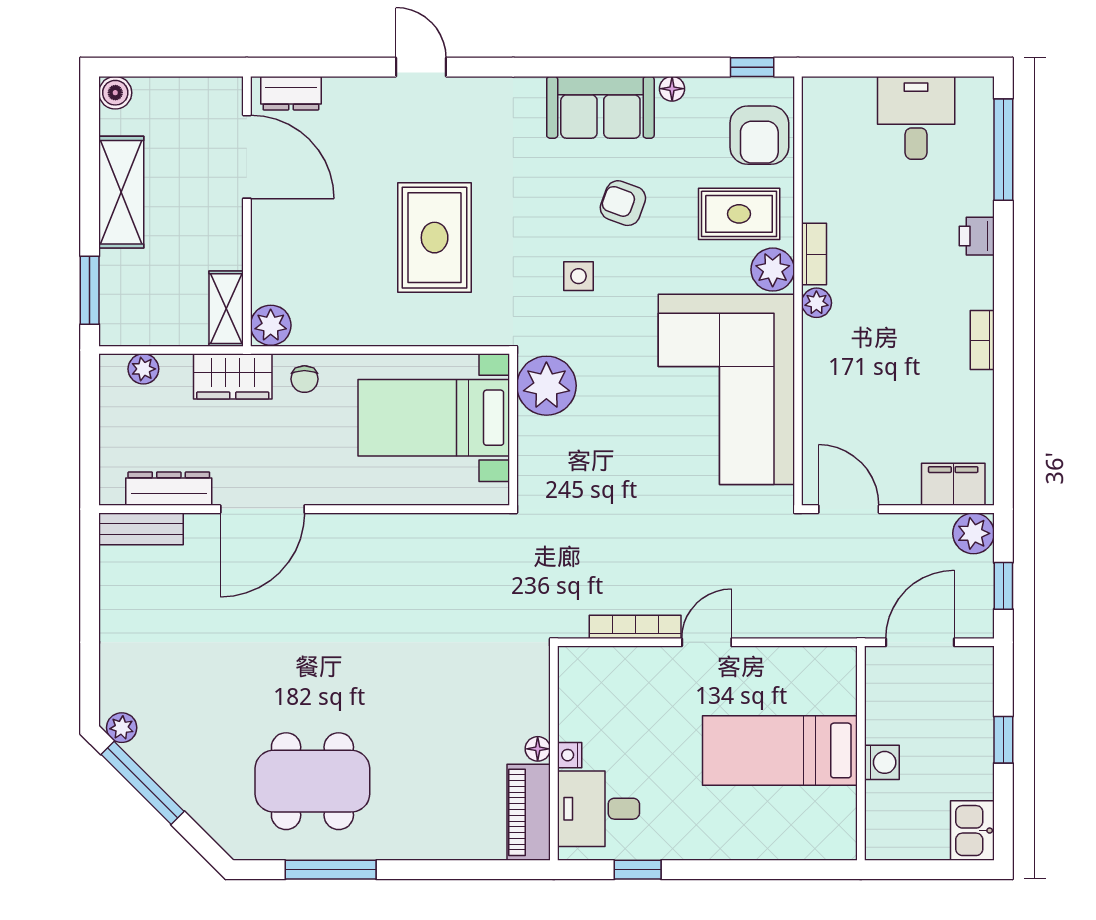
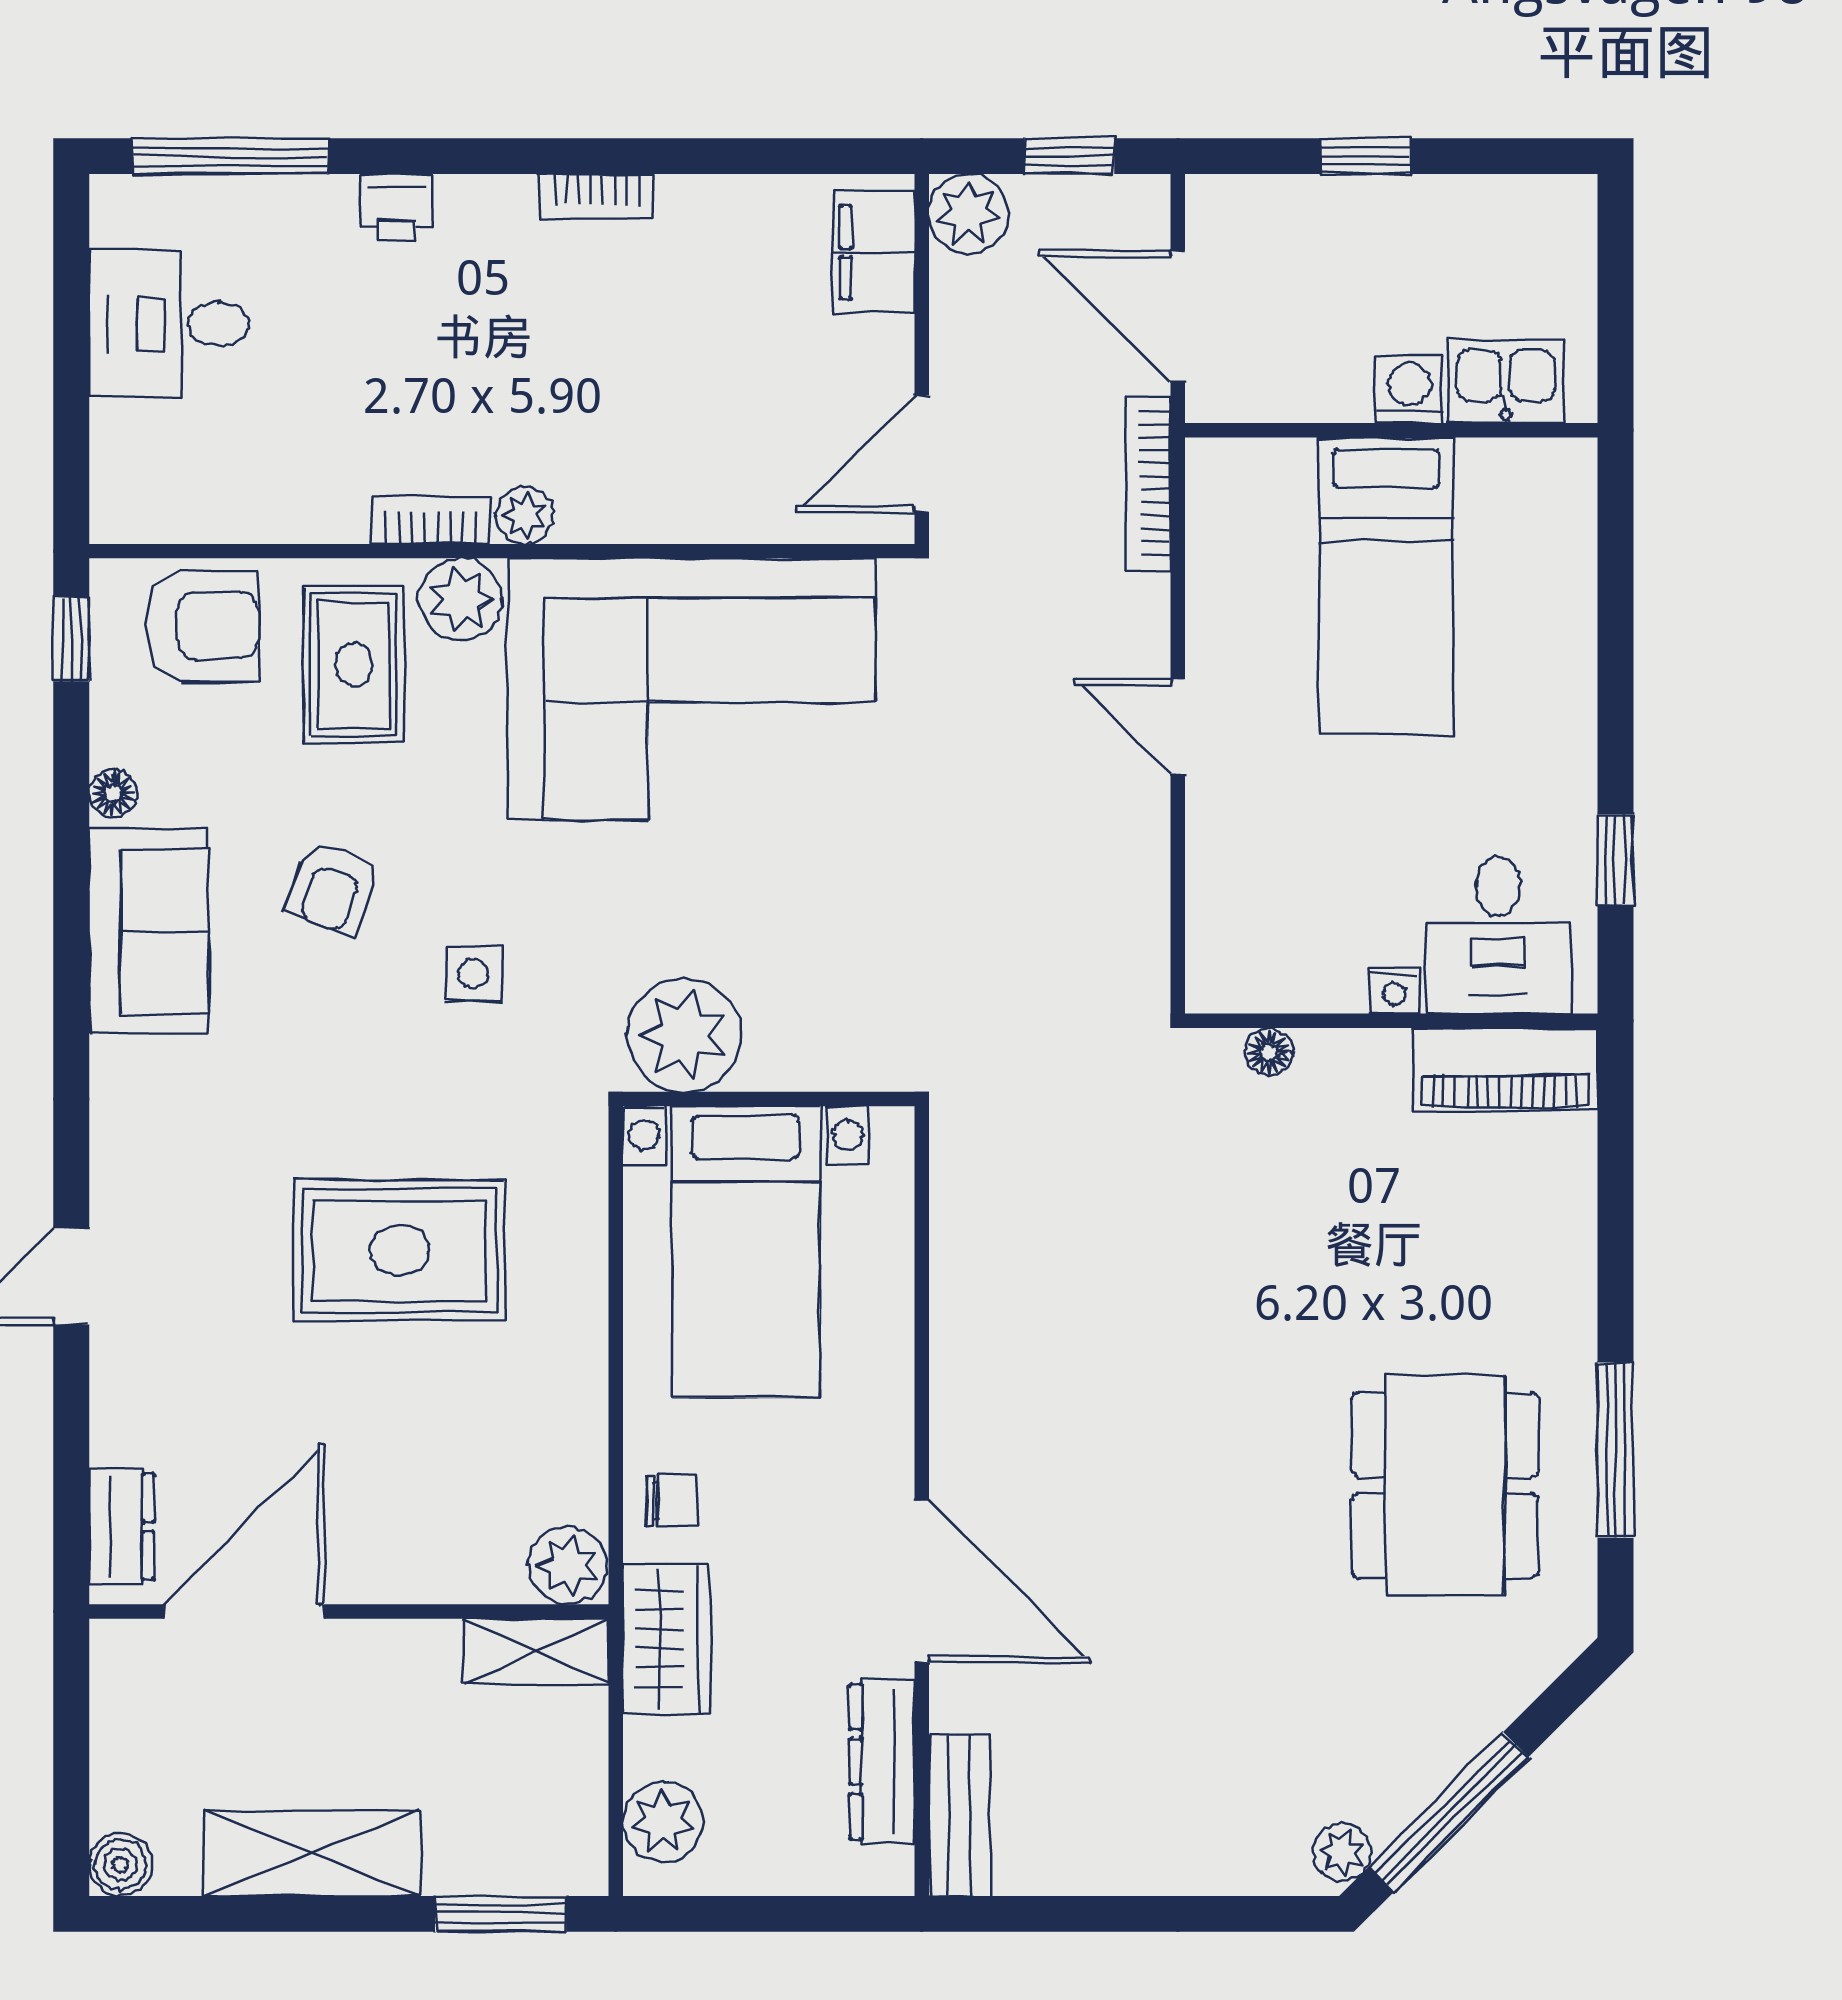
plant: (143, 369) -> (663, 1821), width x1.38, depth x1.38
bookcase: (635, 627) -> (1148, 483), moved
floor lamp: (538, 749) -> (1269, 1052), moved
kitchen sink: (972, 831) -> (1506, 381), moved, turned 180

